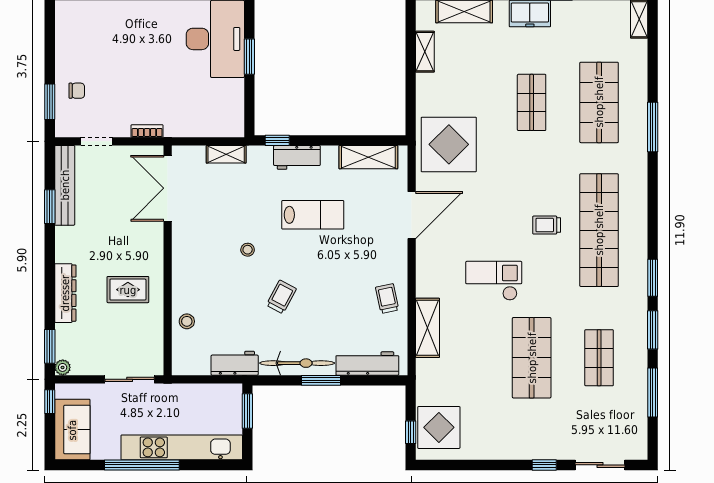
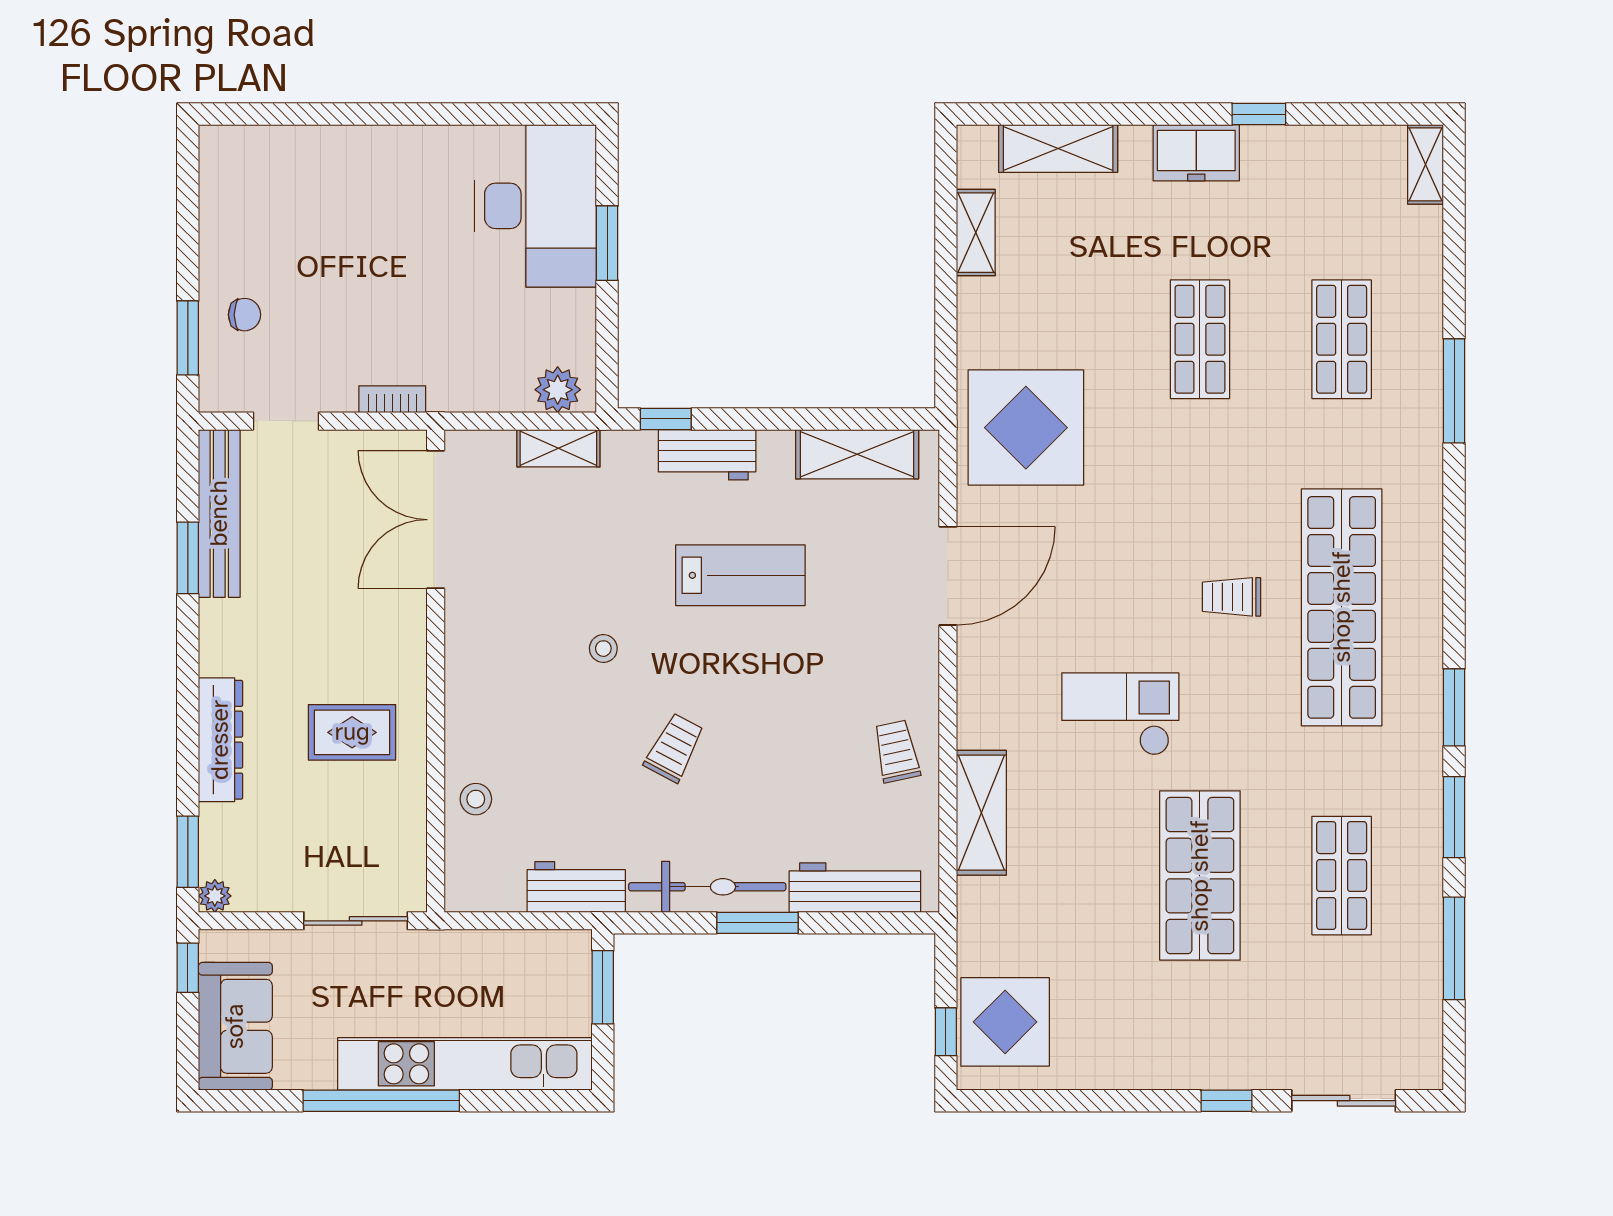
shop shelf: (599, 102) -> (1342, 339), width x0.70, depth x0.74
plant: (226, 126) -> (558, 390), added

